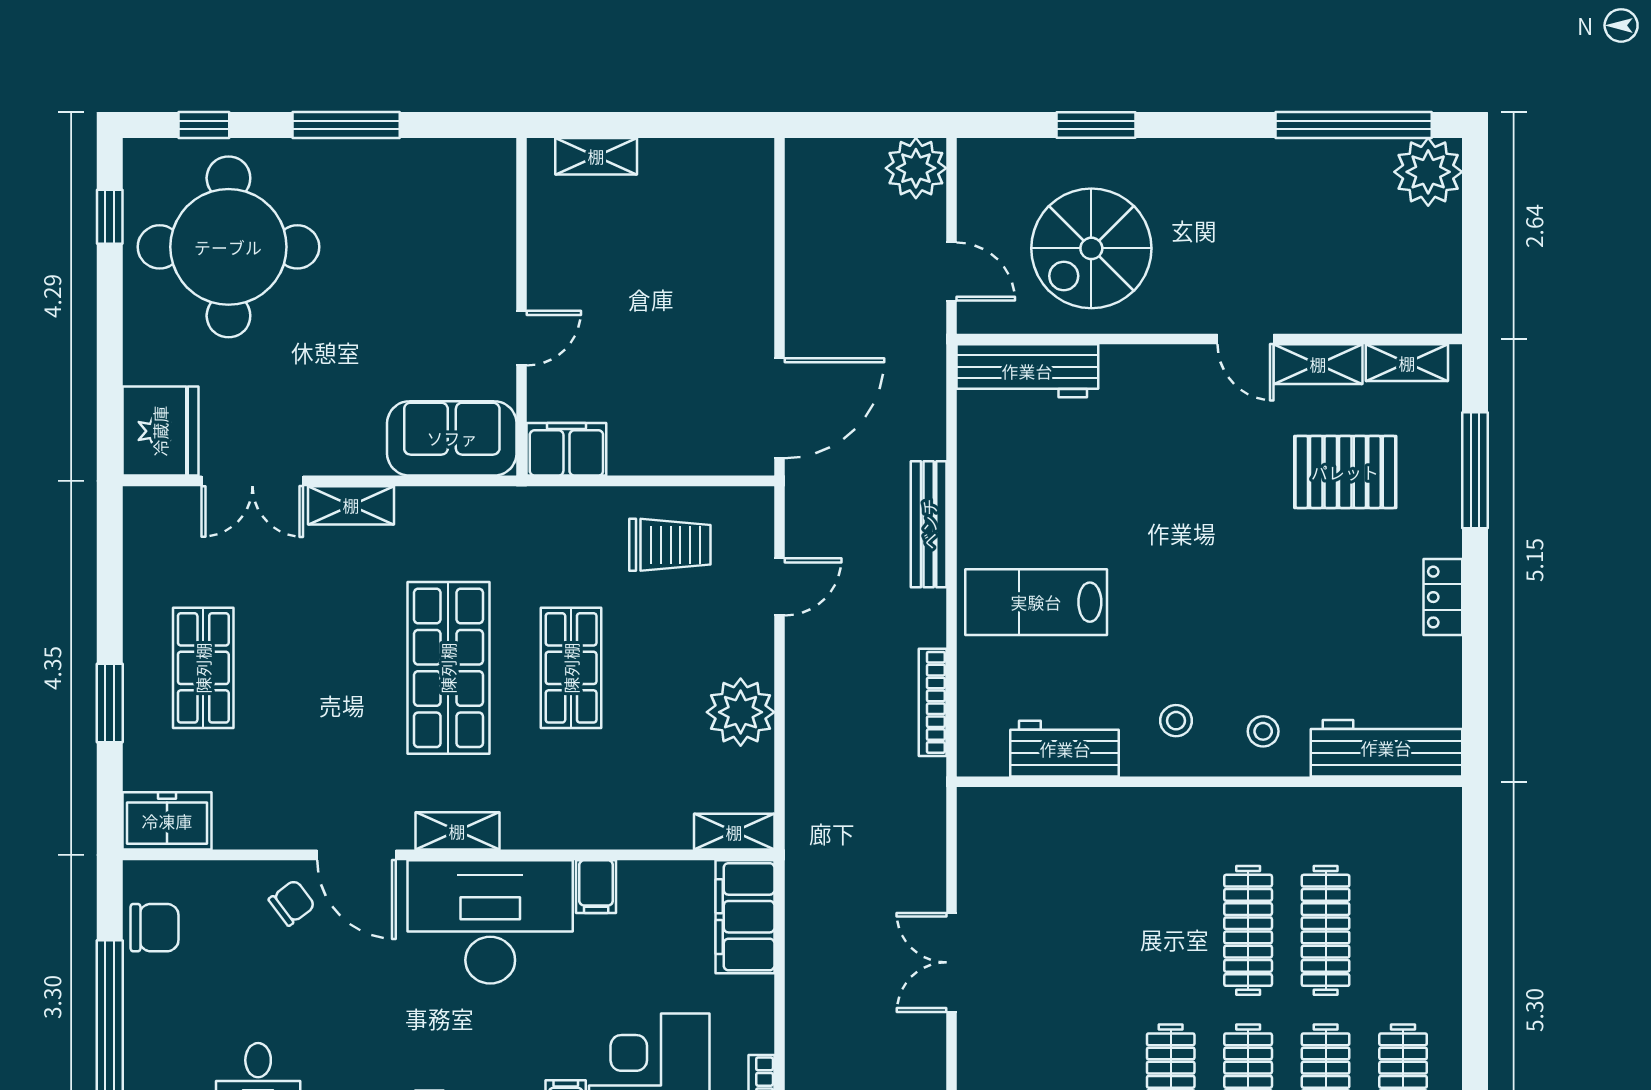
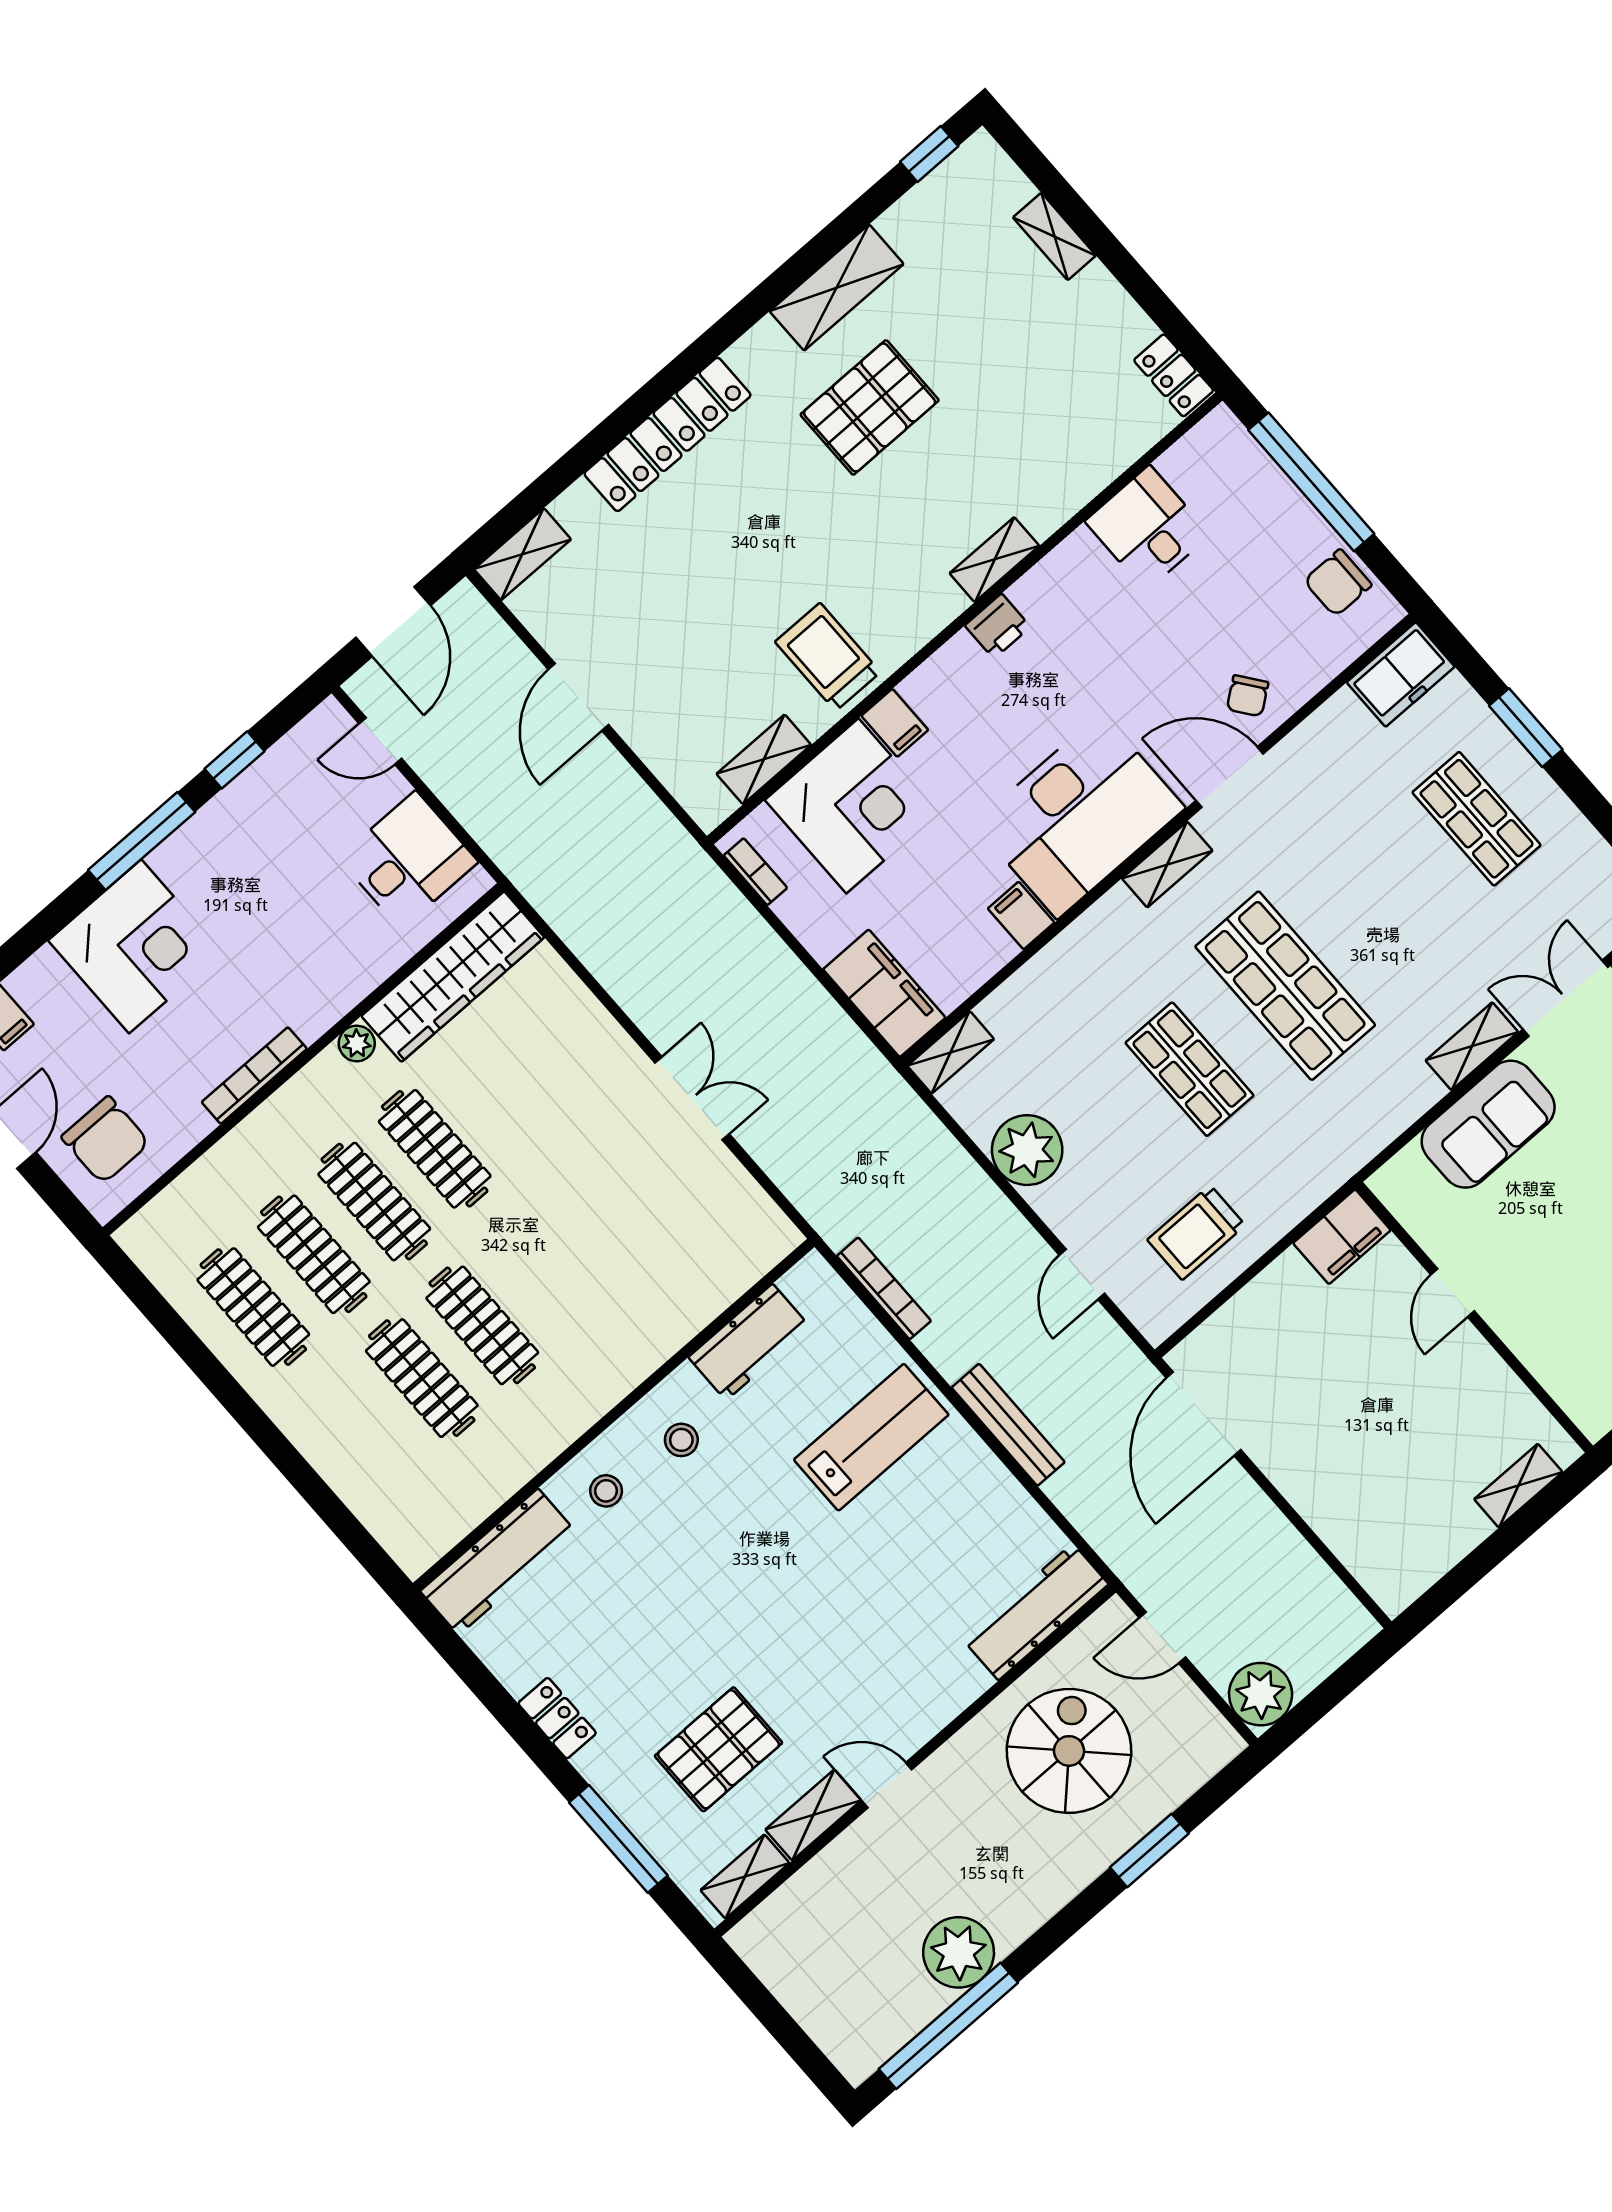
plant: (1428, 172) -> (959, 1952), moved
sofa: (452, 438) -> (1488, 1124), moved

